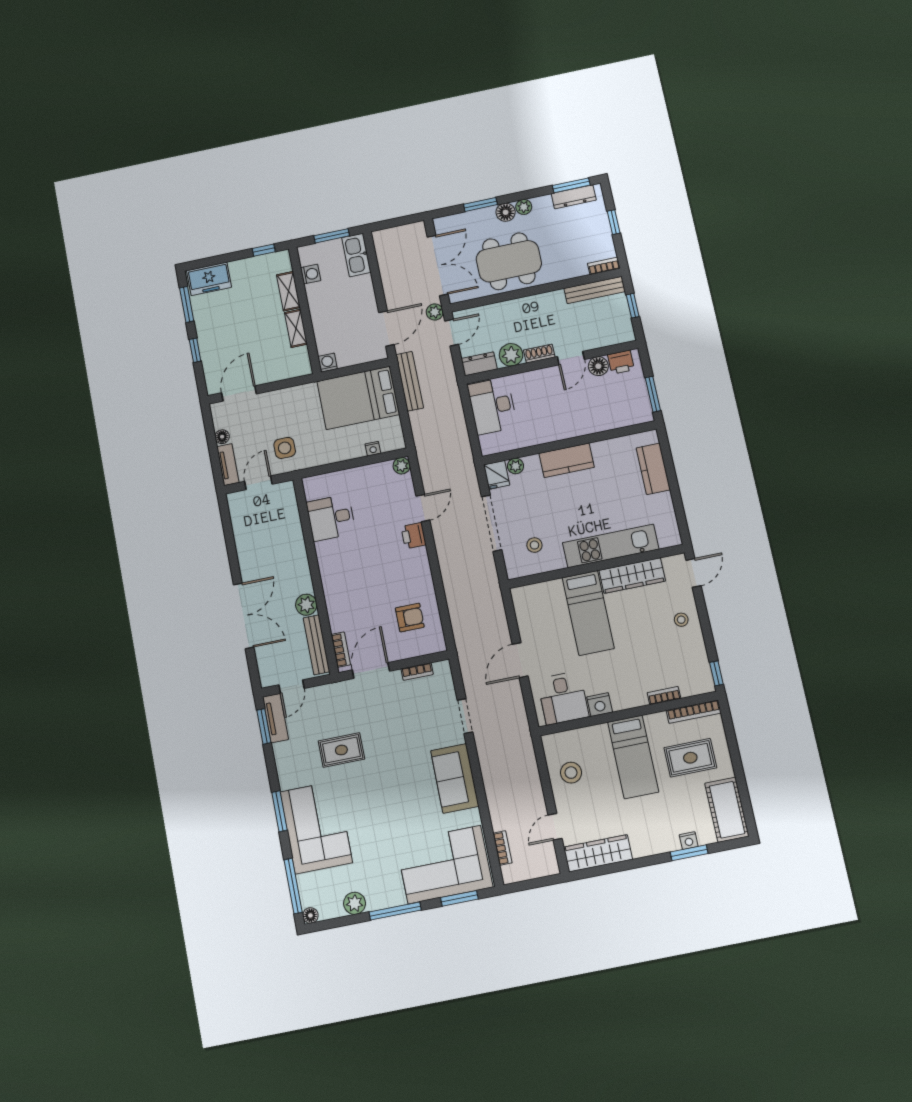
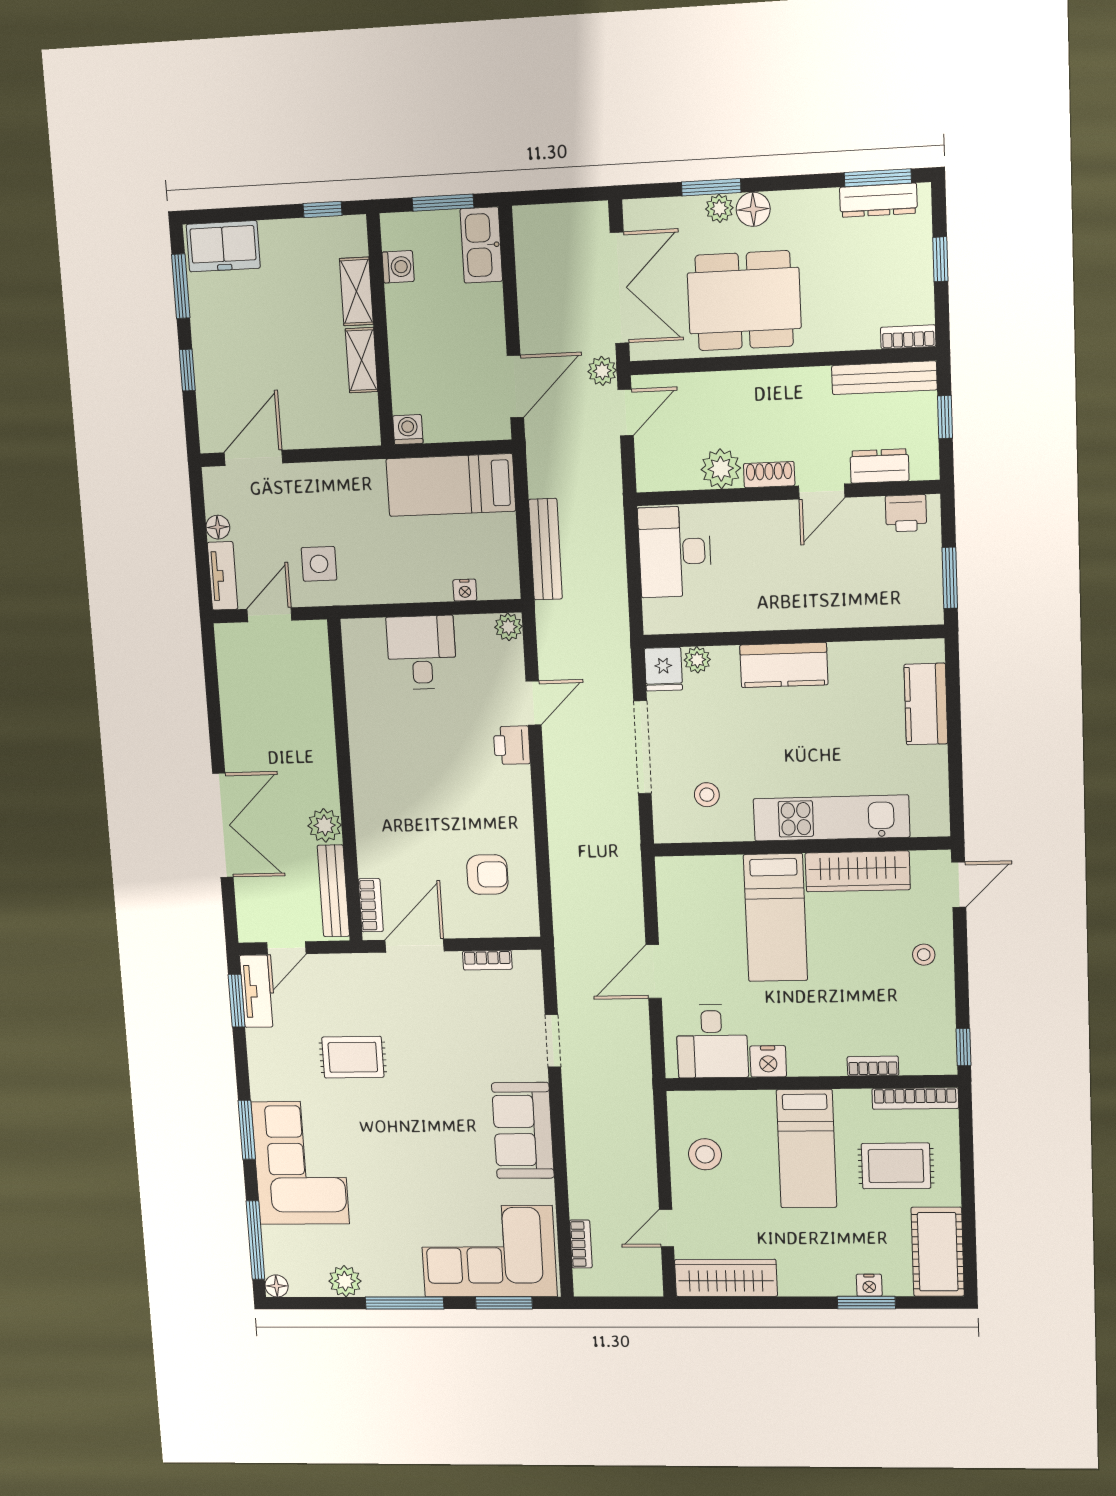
plant: (524, 207) -> (719, 208), moved
dresser: (479, 364) -> (880, 466), moved
floor lamp: (598, 366) -> (866, 514), removed
bench: (410, 381) -> (545, 549), moved
bed: (358, 398) -> (451, 485), width x0.67
desk: (331, 518) -> (422, 652), moved, turned 90

